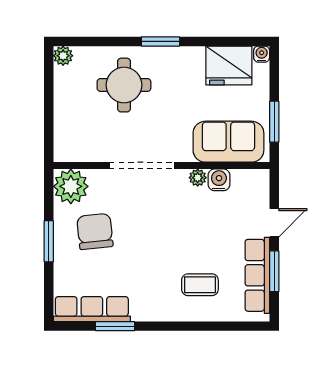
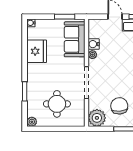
window: (160, 41) -> (25, 91), moved
fridge: (229, 65) -> (37, 51), moved
round table: (124, 85) -> (57, 104), moved
chair: (95, 231) -> (119, 106), turned 91

